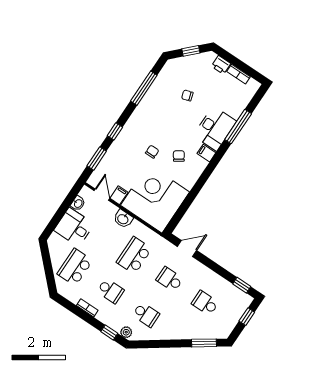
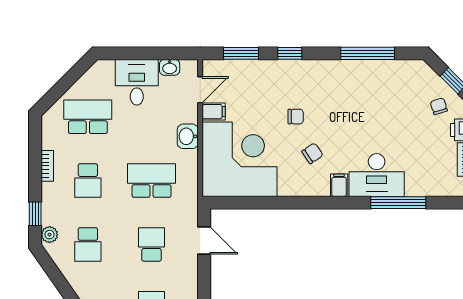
chair: (187, 96) -> (439, 106), moved

